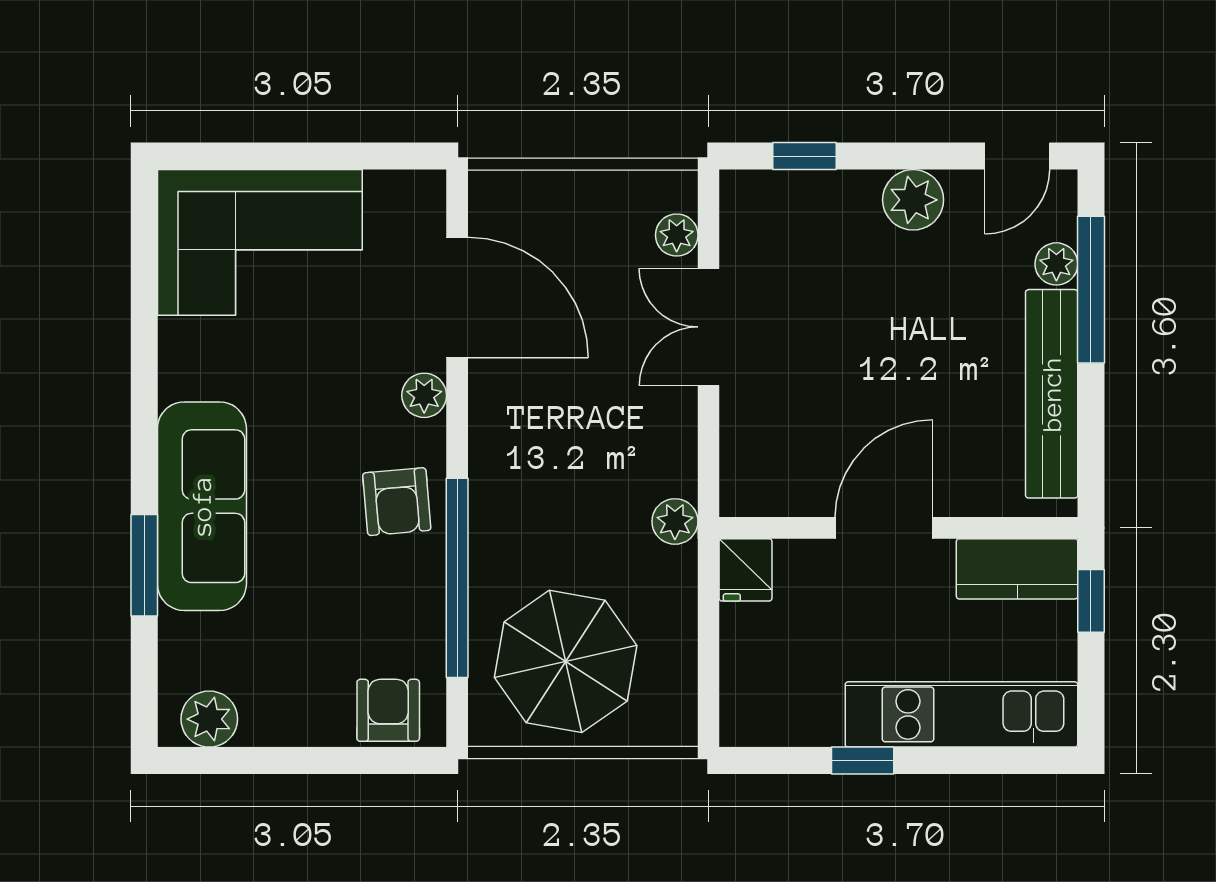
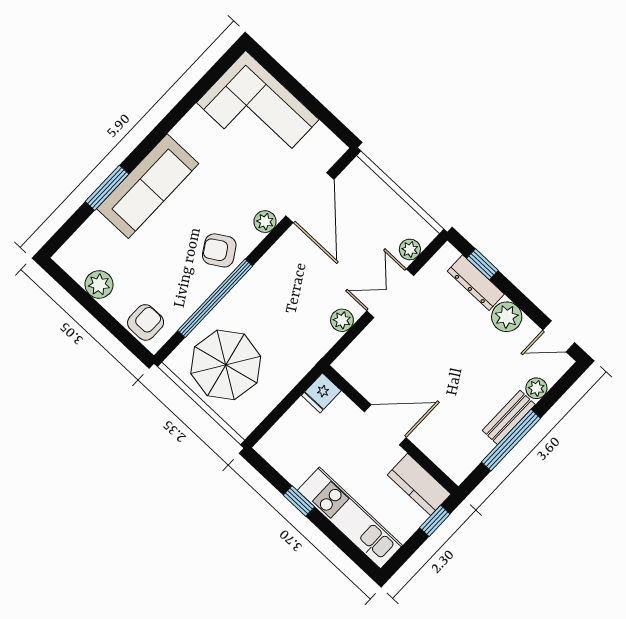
dresser: (820, 192) -> (476, 283), added
window: (1091, 290) -> (511, 440), moved
bench: (1052, 394) -> (509, 417), width x0.54, depth x0.82
armchair: (397, 502) -> (219, 250), turned 63
plant: (675, 521) -> (342, 320), moved
plant: (209, 719) -> (99, 285), moved

